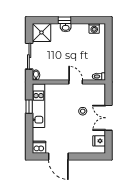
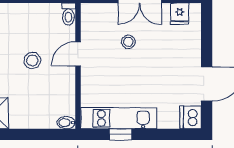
sliding door: (29, 56) -> (33, 134), removed
stool: (72, 56) -> (32, 60), added

